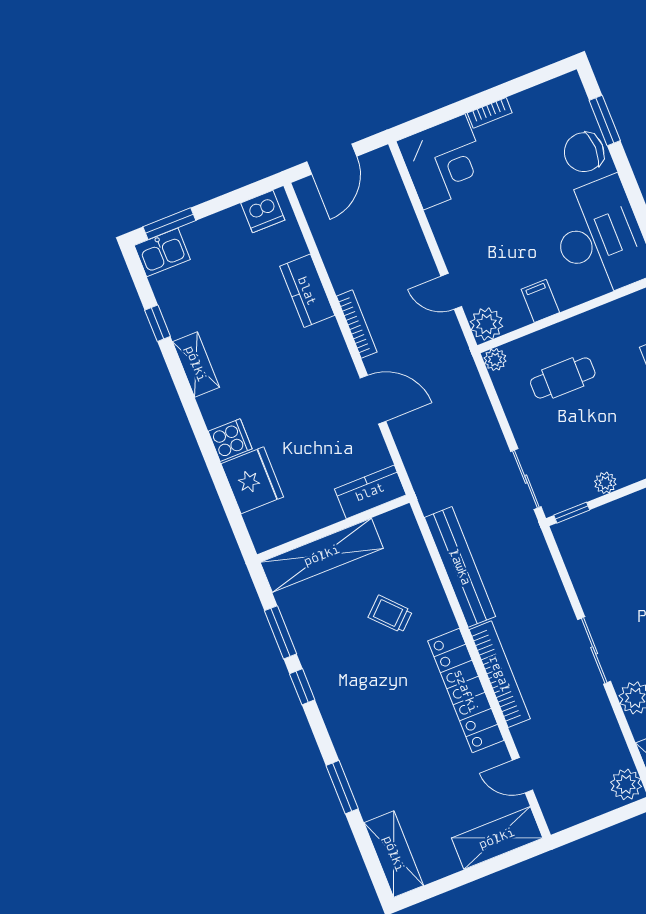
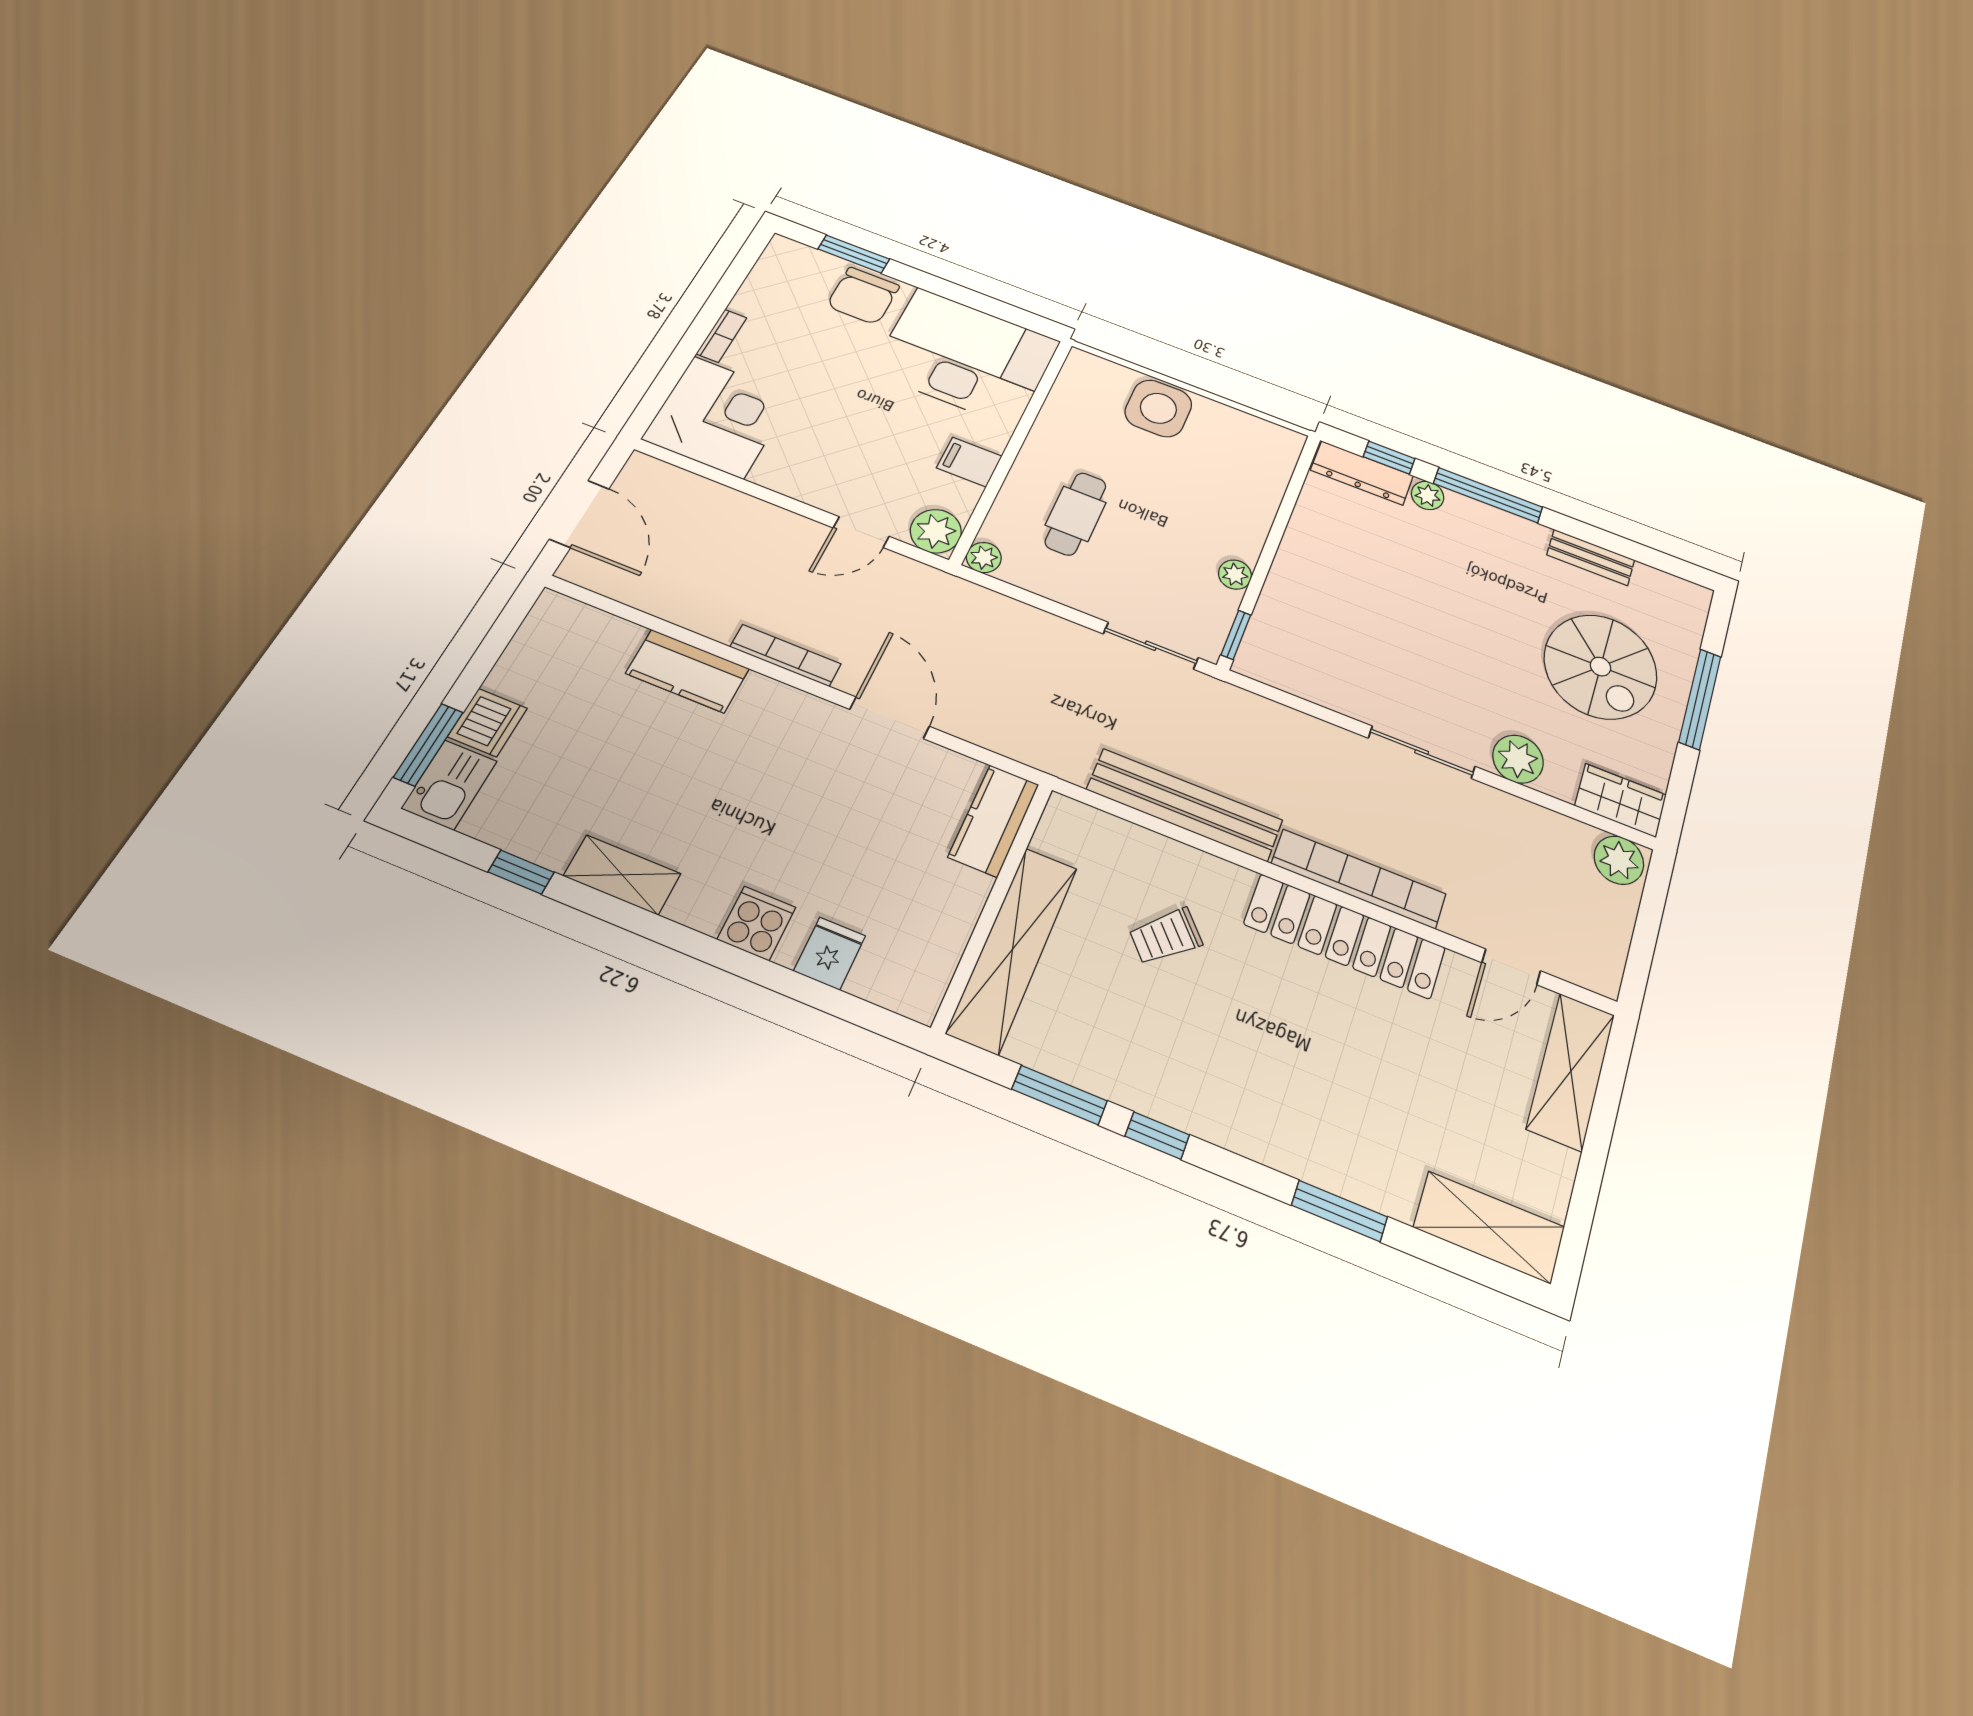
dishwasher: (263, 212) -> (487, 722), moved
door: (373, 400) -> (890, 718), hinge flipped
fridge: (252, 480) -> (830, 953), width x0.53, depth x0.75

